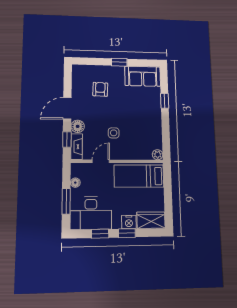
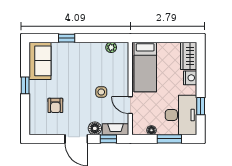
armchair: (100, 89) -> (55, 105), turned -92
plant: (158, 155) -> (111, 47), moved
window: (127, 233) -> (201, 80), removed

